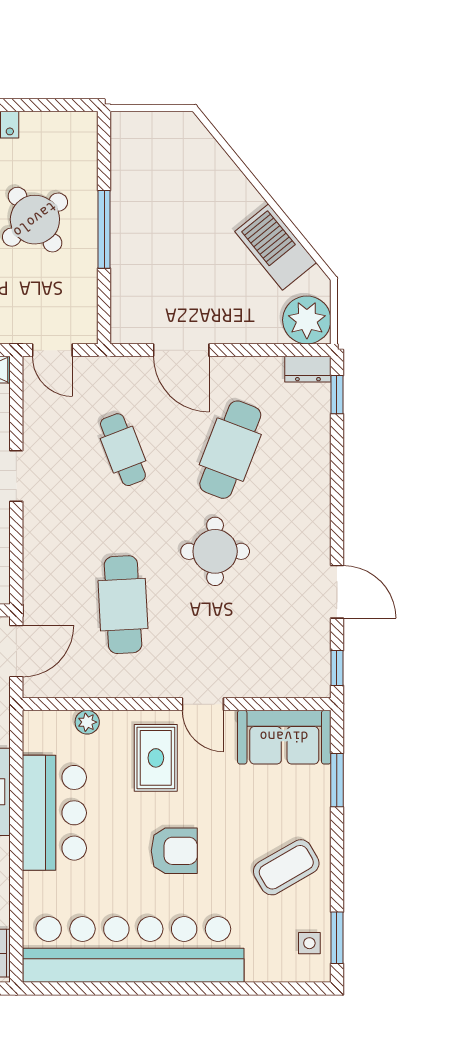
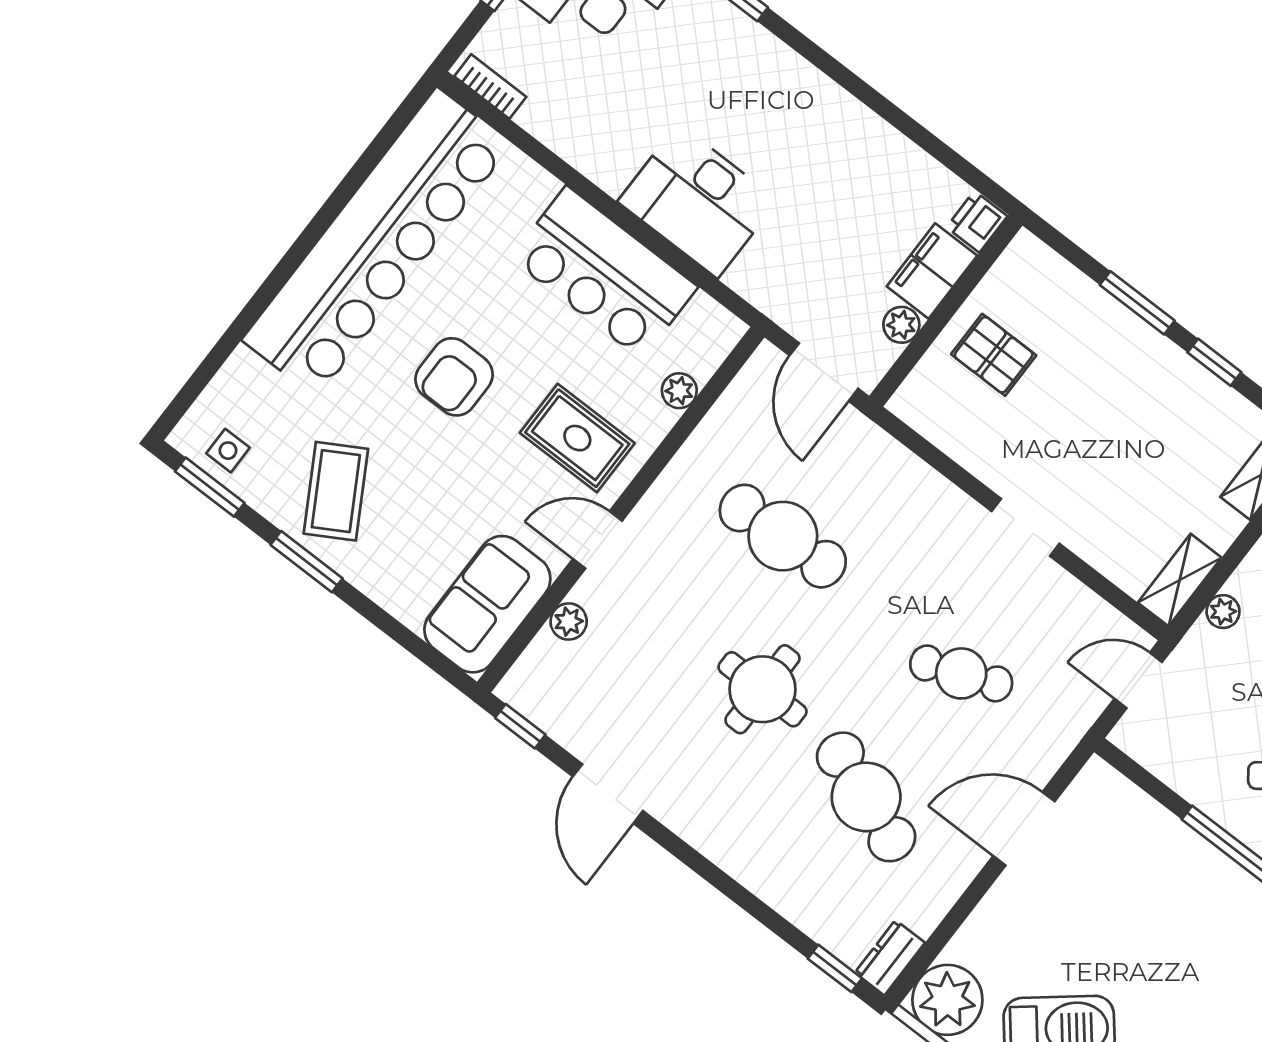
door: (337, 592) -> (608, 794), hinge flipped
plant: (260, 686) -> (569, 621), added
window: (337, 780) -> (307, 562), moved

